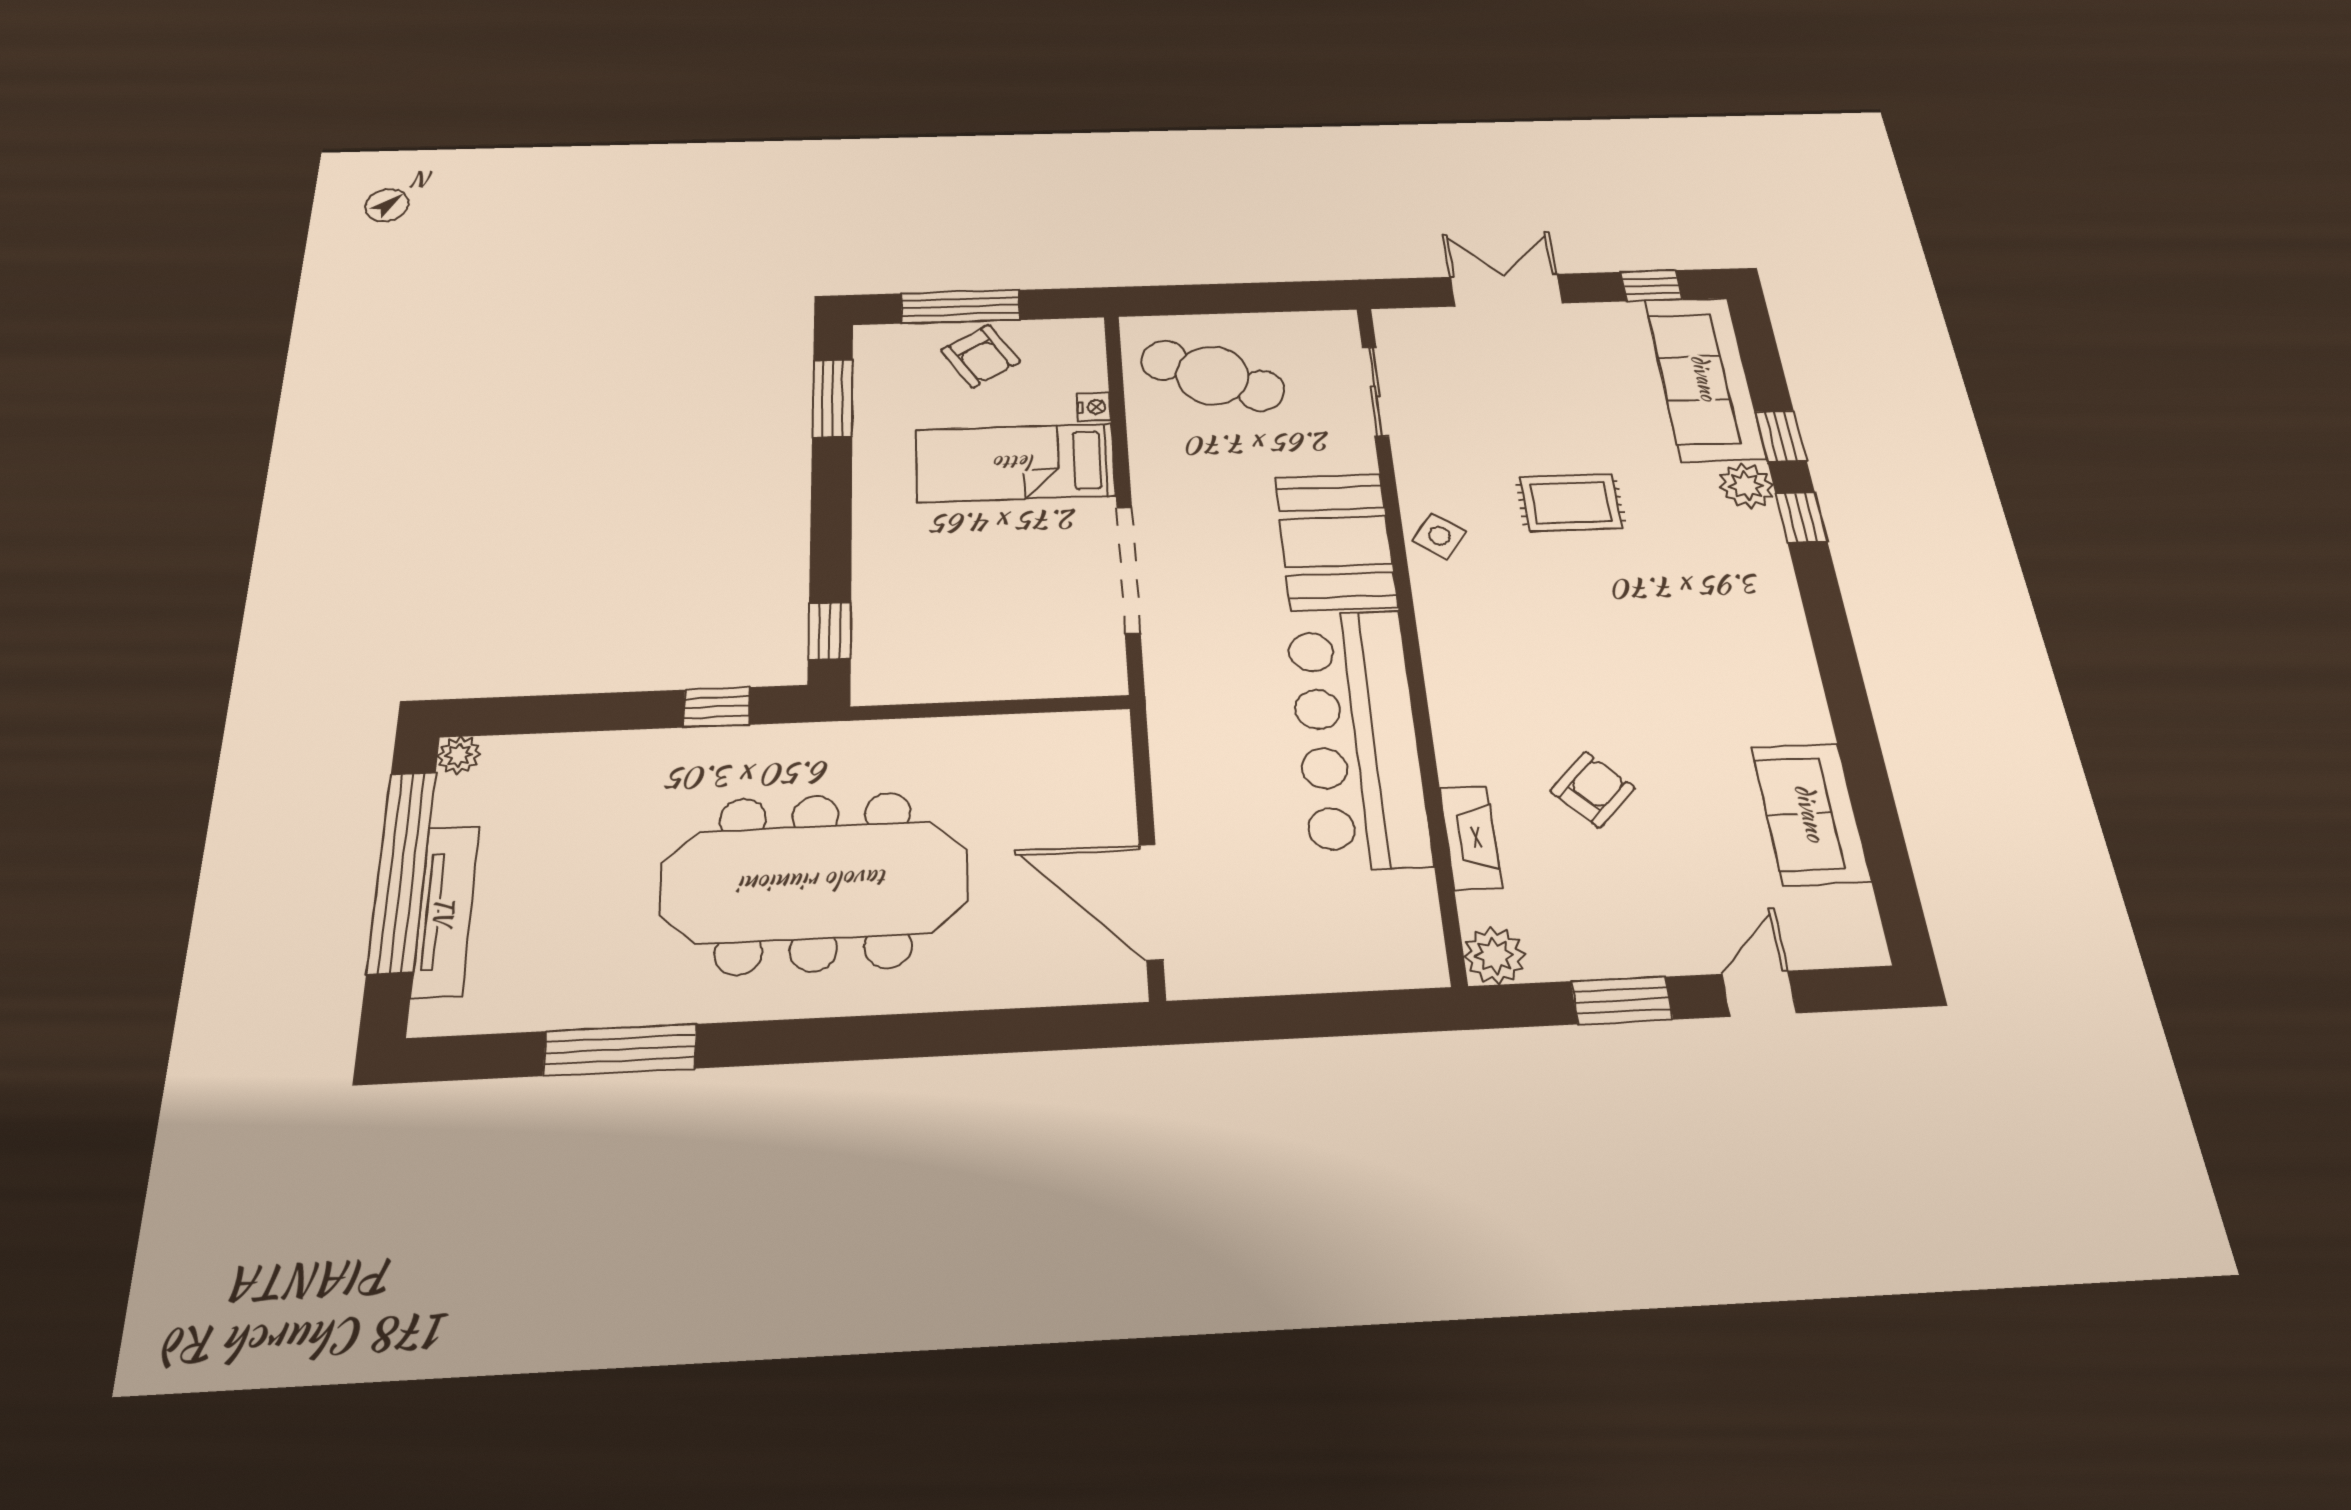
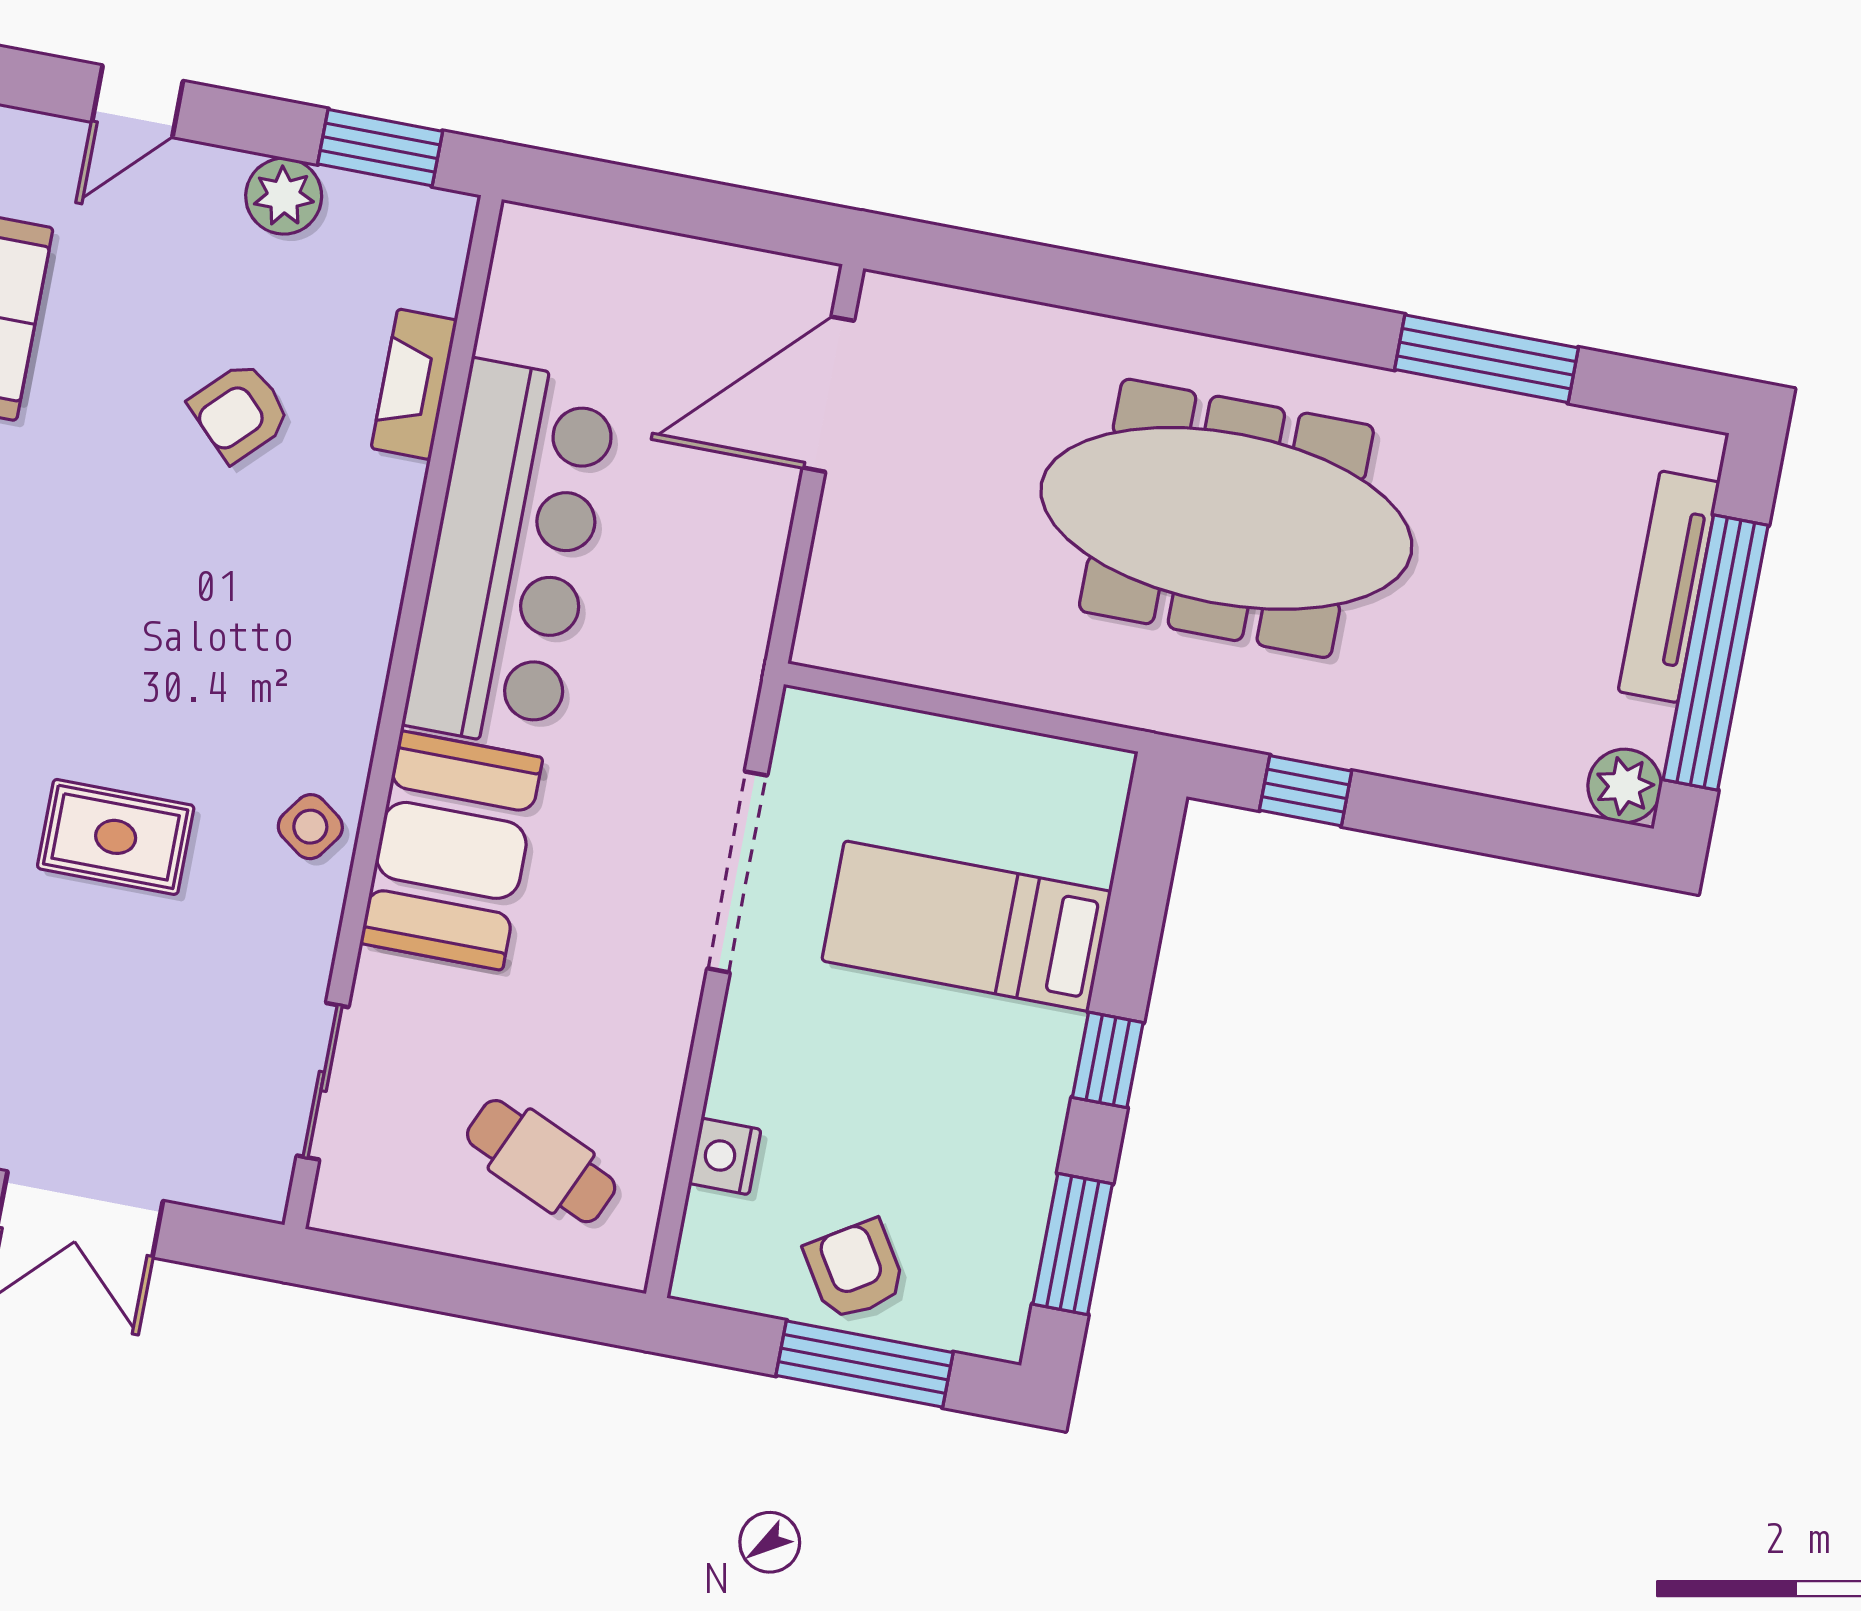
cafe table: (1213, 376) -> (541, 1161), width x0.73, depth x0.74
nightstand: (1094, 407) -> (725, 1156), width x1.39, depth x1.35
bed: (1015, 463) -> (967, 926), moved, turned 180
window: (830, 631) -> (1108, 1060), moved
plant: (459, 755) -> (1625, 786), width x1.38, depth x1.38
door: (1151, 902) -> (828, 394), swing flipped
plant: (1494, 956) -> (284, 196), moved
window: (1622, 1000) -> (380, 148), moved

